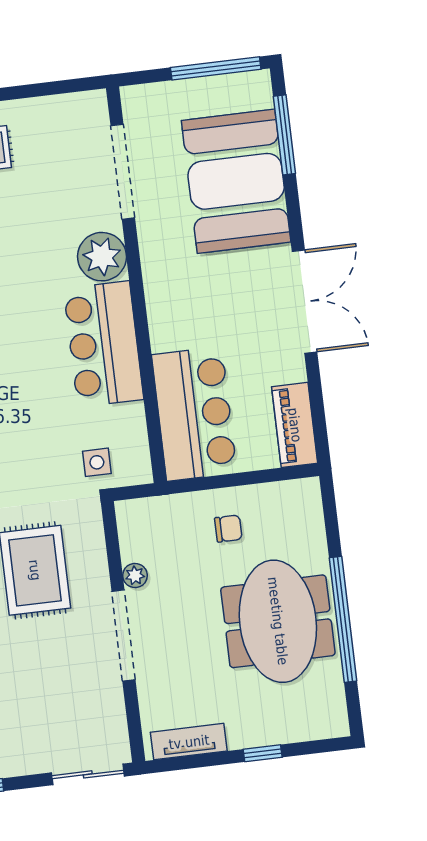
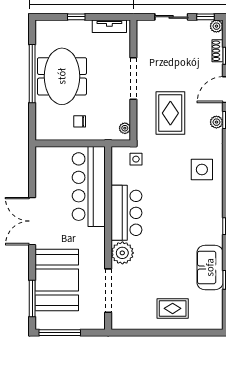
bar counter: (194, 414) -> (89, 187), width x1.36
piano: (295, 425) -> (43, 165), removed
plant: (135, 576) -> (125, 128), moved
sliding door: (88, 774) -> (171, 17), moved

